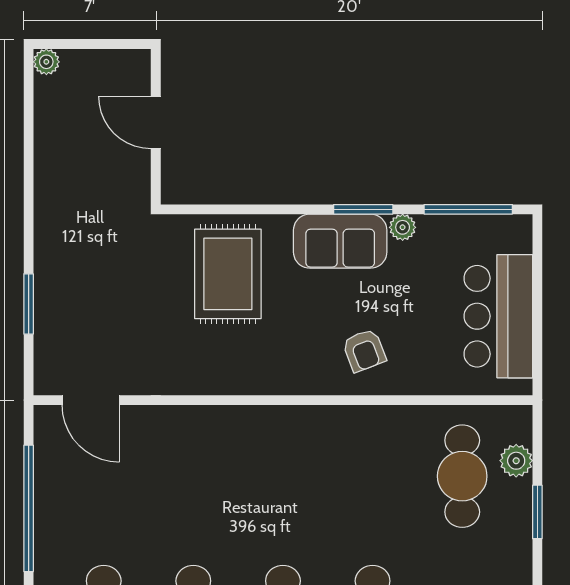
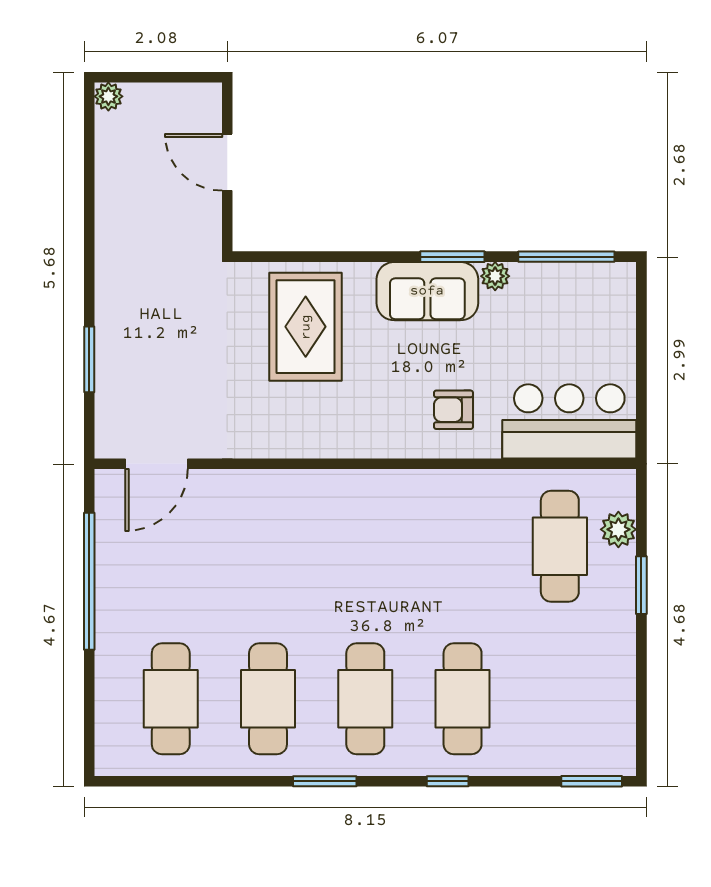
bar counter: (498, 316) -> (569, 421), moved, turned 90
armchair: (364, 350) -> (453, 410), turned 111
door: (91, 400) -> (157, 464), hinge flipped

